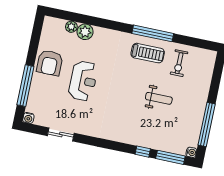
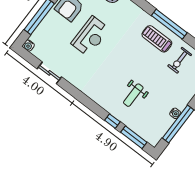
treadmill: (148, 53) -> (157, 39), turned 180
weight bench: (159, 98) -> (133, 95), moved, turned 90
water cooler: (191, 152) -> (175, 113), moved

